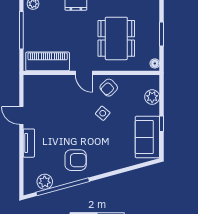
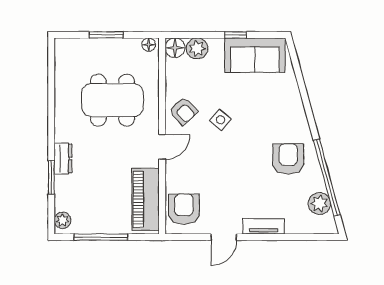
floor lamp: (153, 82) -> (175, 48), added
armchair: (41, 88) -> (184, 209), added

